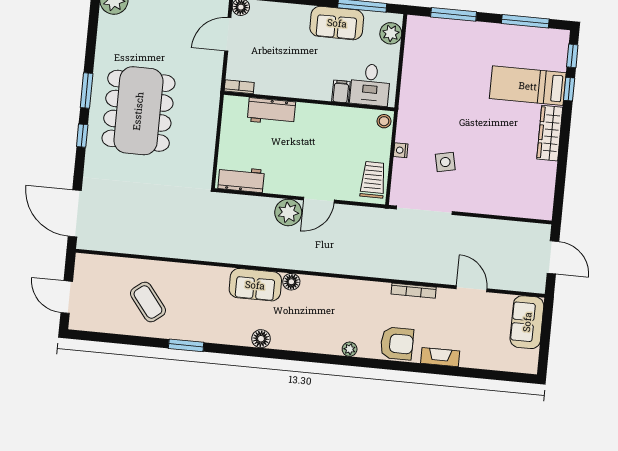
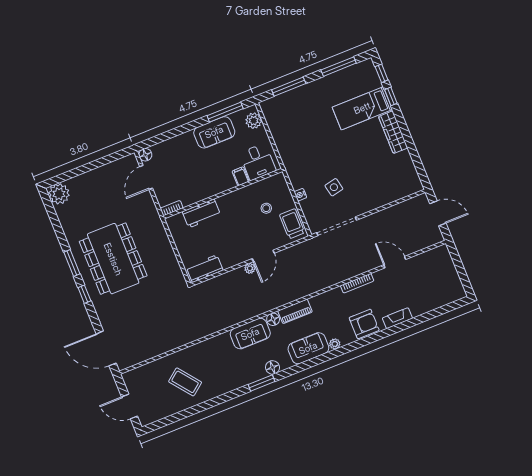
stool: (384, 121) -> (266, 208), moved
plant: (288, 212) -> (250, 268), width x0.53, depth x0.53
piano: (322, 286) -> (295, 311), added
sofa: (527, 322) -> (308, 348), moved, turned 90
window: (186, 345) -> (261, 383), moved

